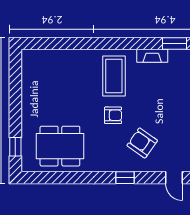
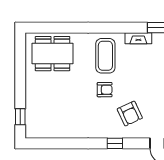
armchair: (142, 143) -> (130, 114), turned -150
dining table: (60, 146) -> (53, 54), moved

